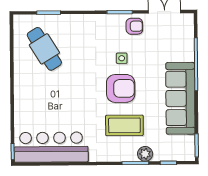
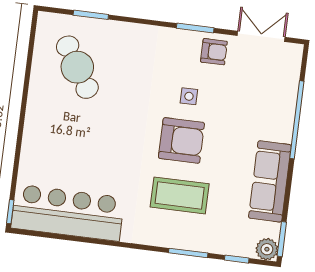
sofa: (180, 98) -> (270, 181), width x0.74, depth x0.79
plant: (145, 154) -> (267, 249), moved

